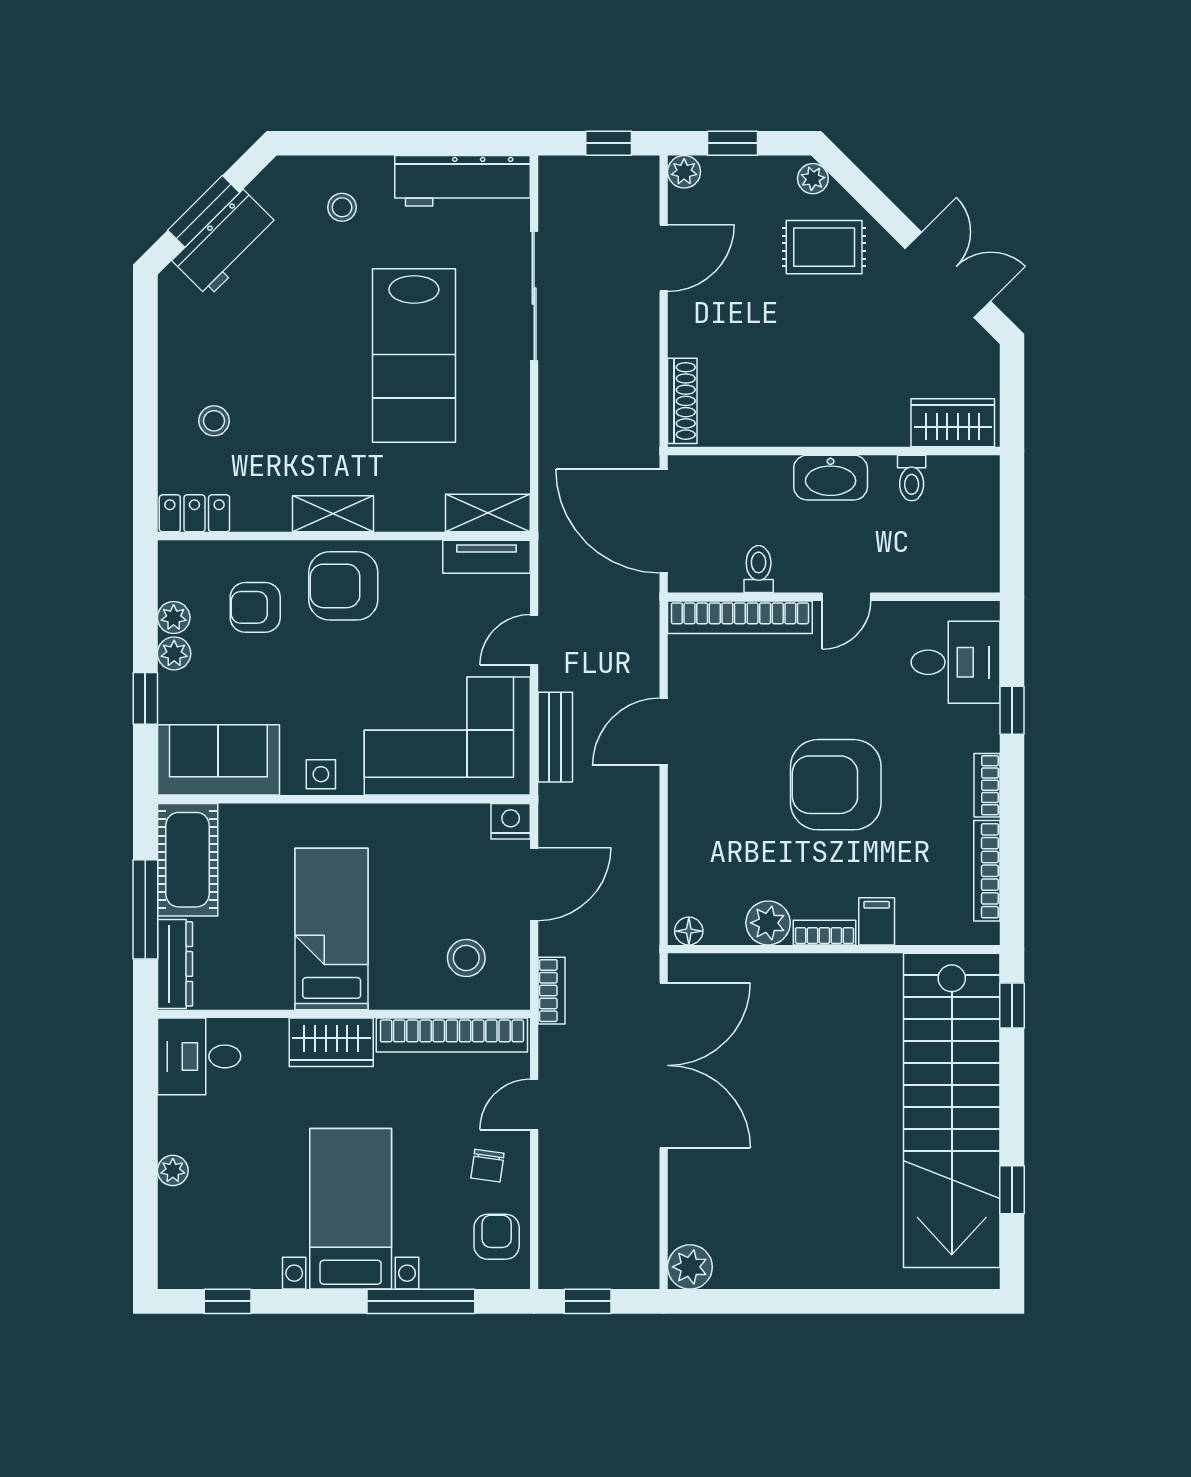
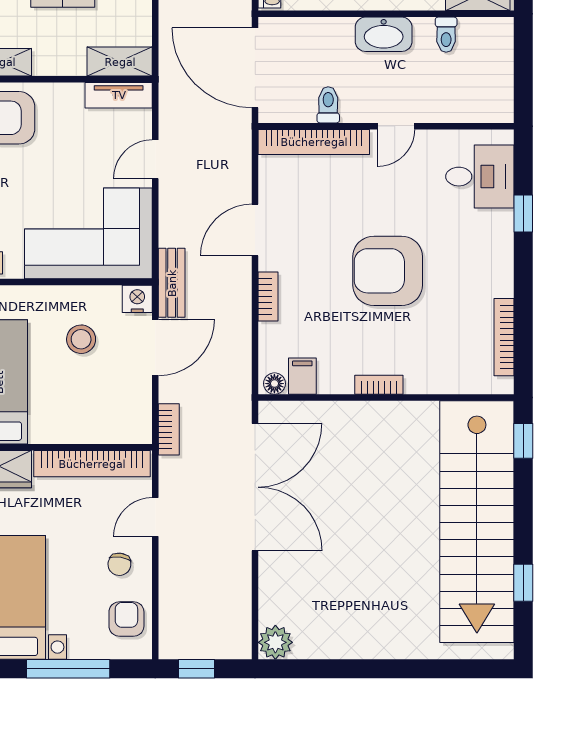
bench: (555, 737) -> (172, 283), moved
bookcase: (987, 785) -> (268, 296), moved, turned 180
filing cabinet: (877, 921) -> (302, 376), moved
plant: (768, 923) -> (336, 377), removed
stool: (466, 958) -> (81, 339), moved

